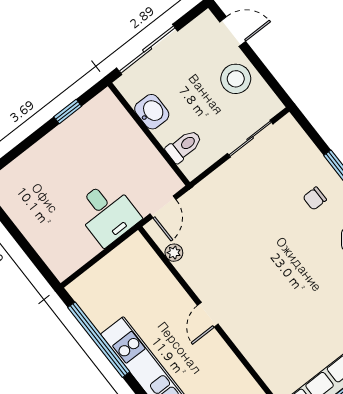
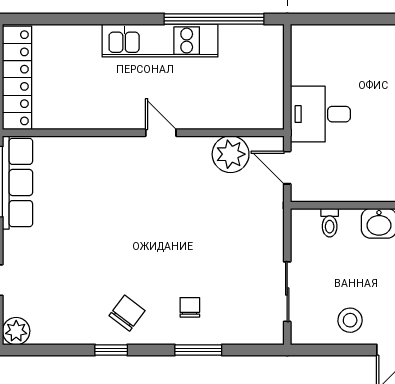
stool: (236, 79) -> (350, 320), width x0.73, depth x0.73
toilet: (184, 146) -> (330, 223), width x0.73, depth x0.72
plant: (174, 253) -> (231, 154), width x1.88, depth x1.88

